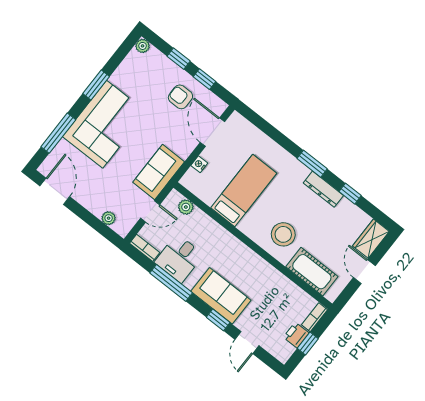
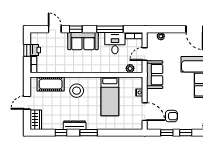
door: (364, 272) -> (27, 103), swing flipped

